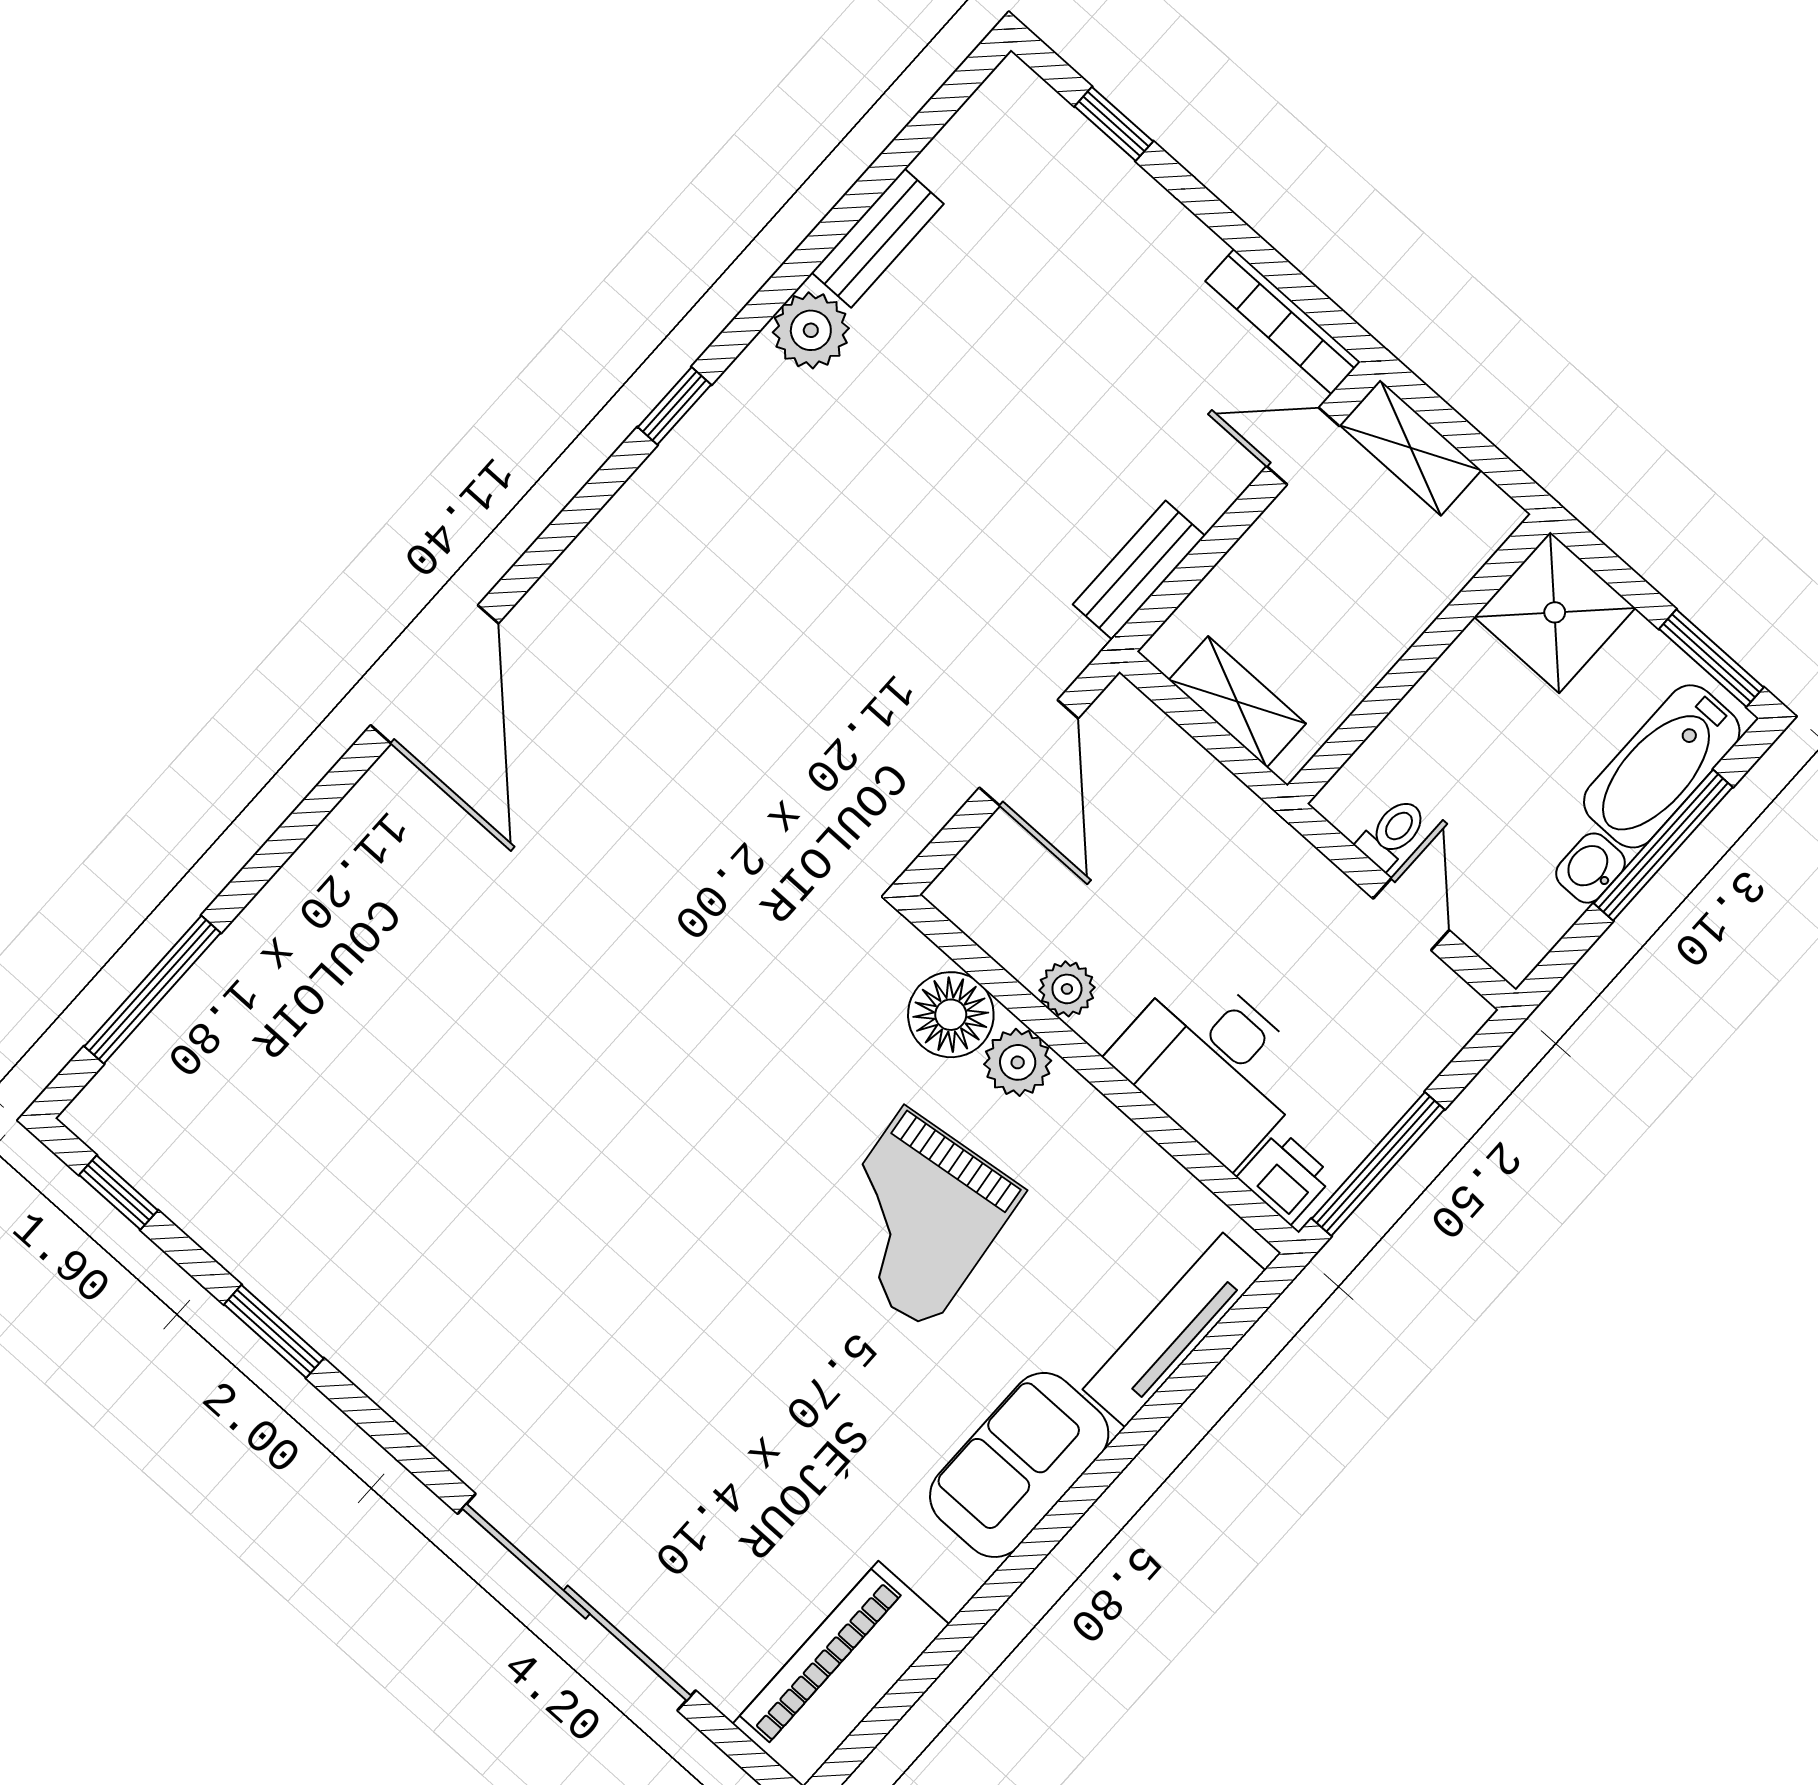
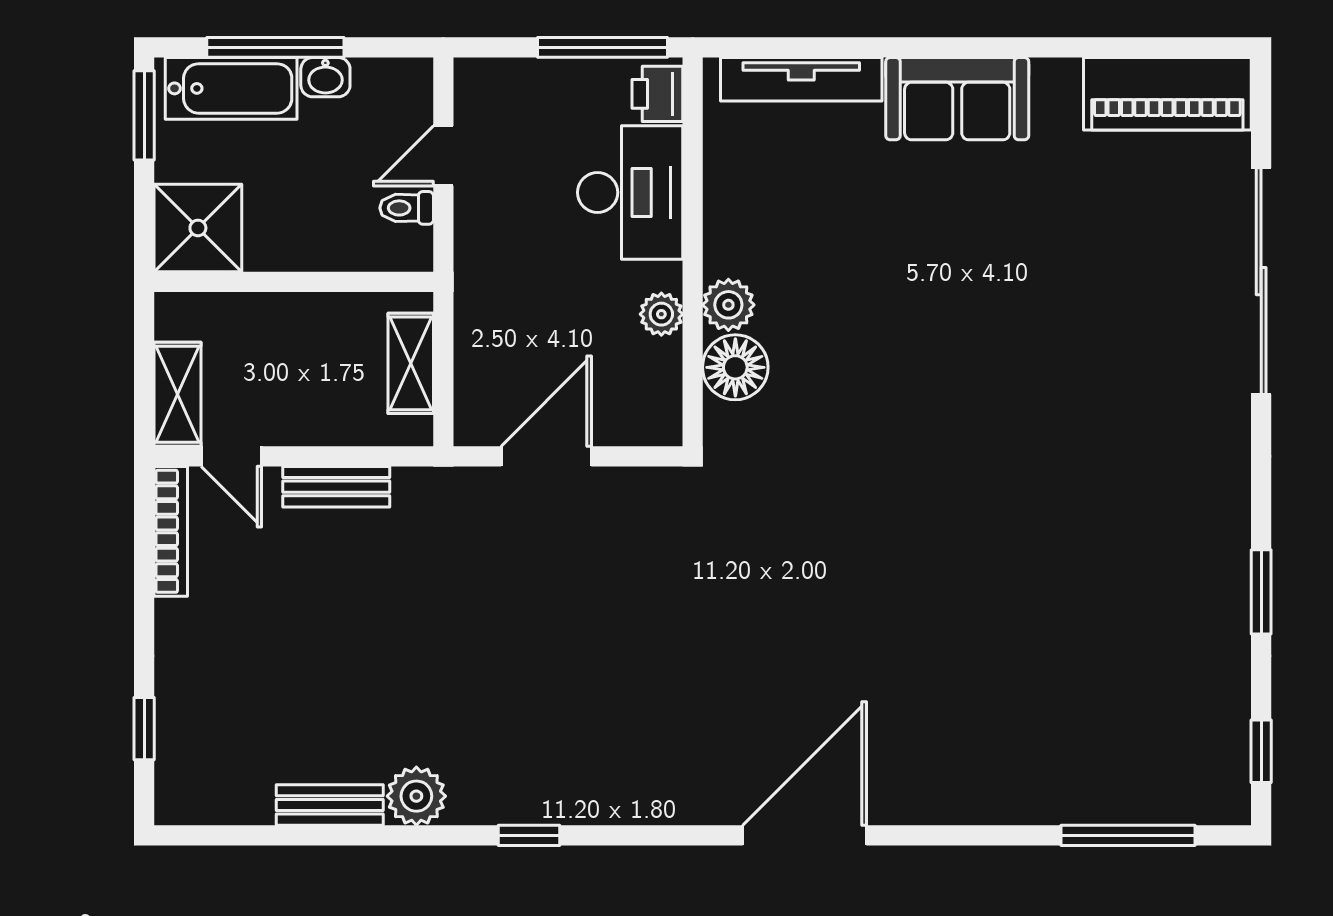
bench: (1139, 570) -> (336, 487), moved
grand piano: (916, 1218) -> (869, 283), removed

